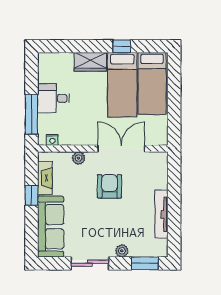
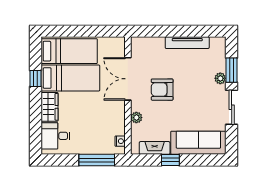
desk: (54, 98) -> (55, 136), moved, turned 90
window: (145, 263) -> (232, 70), moved

